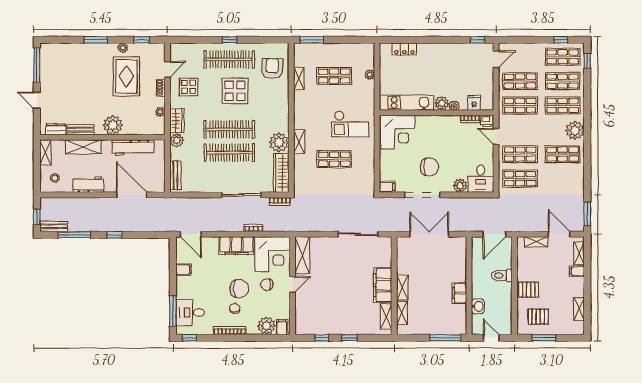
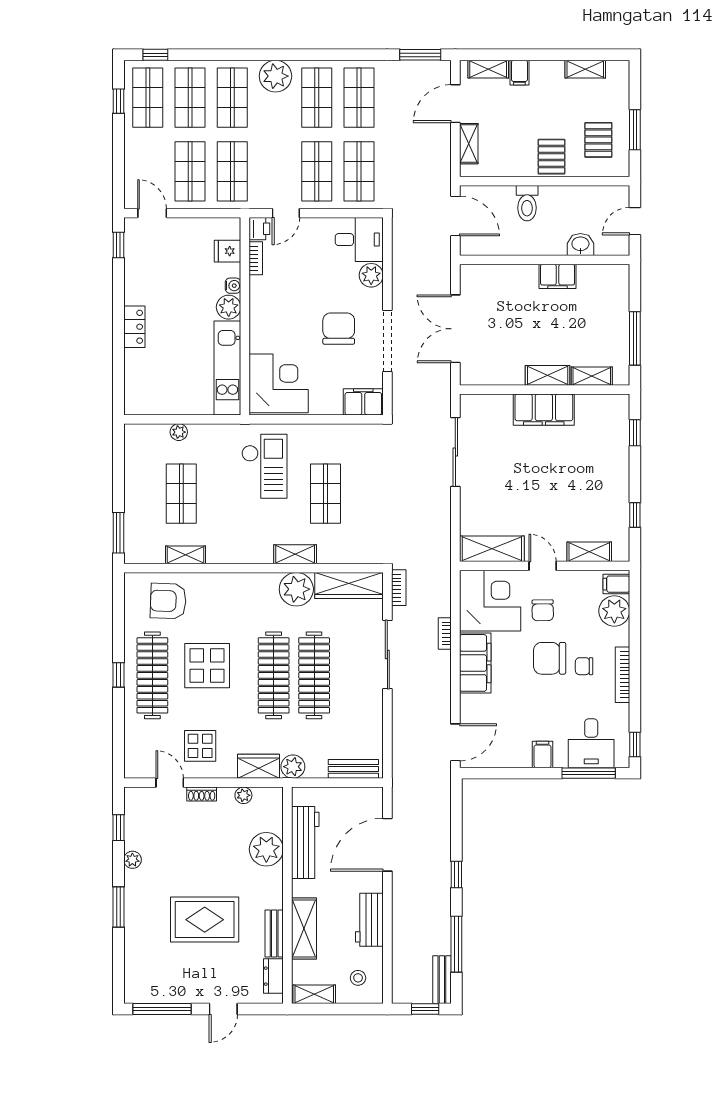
locker: (404, 49) -> (134, 327), moved
rug: (126, 76) -> (205, 920), moved
plant: (113, 125) -> (266, 849), moved
shop shelf: (563, 179) -> (359, 98), added
filing cabinet: (387, 187) -> (363, 402), width x2.00
filing cabinet: (184, 270) -> (542, 754), moved
chair: (239, 289) -> (550, 658), turned -90
shelving: (386, 316) -> (589, 552), moved
window: (349, 338) -> (635, 433), moved
window: (445, 338) -> (635, 338), moved

